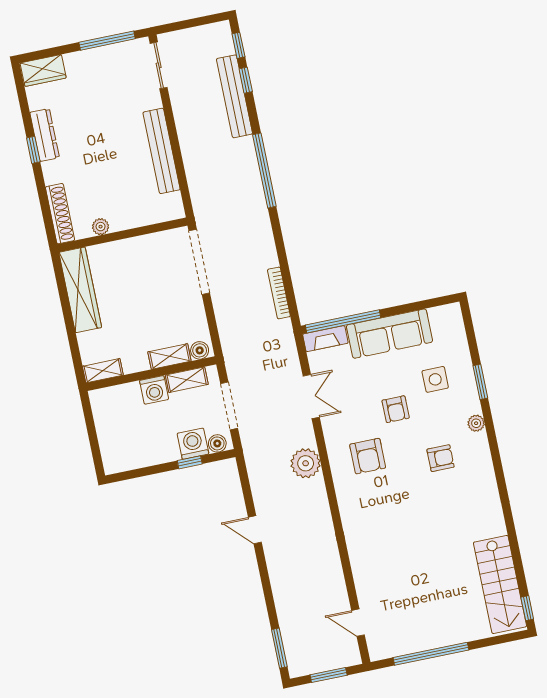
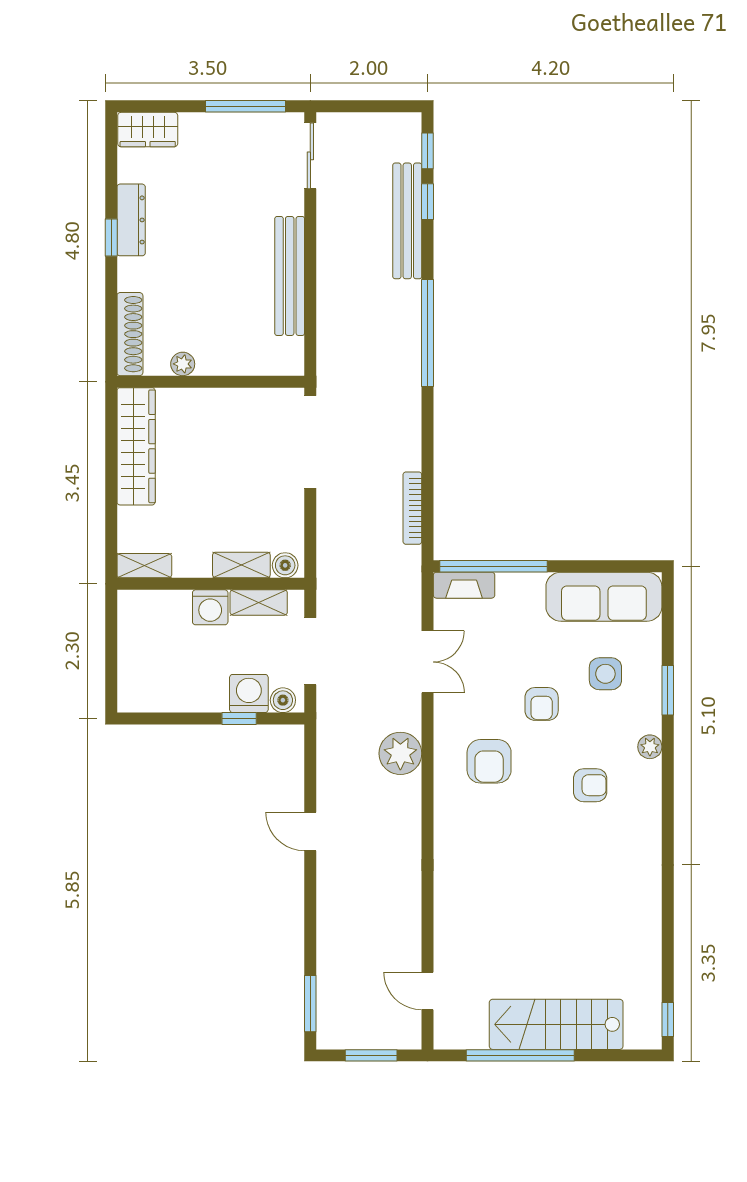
sofa: (390, 334) -> (604, 597), moved
stairs: (500, 584) -> (556, 1024), moved, turned 90

